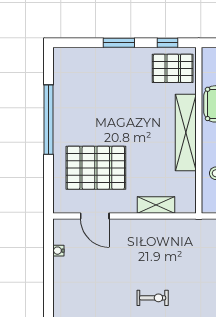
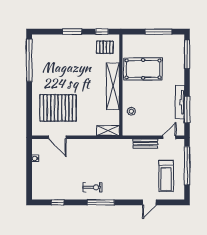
pallet: (173, 68) -> (105, 47), width x0.67, depth x0.71
window: (48, 120) -> (29, 60), moved
shelving: (156, 205) -> (108, 131), moved

